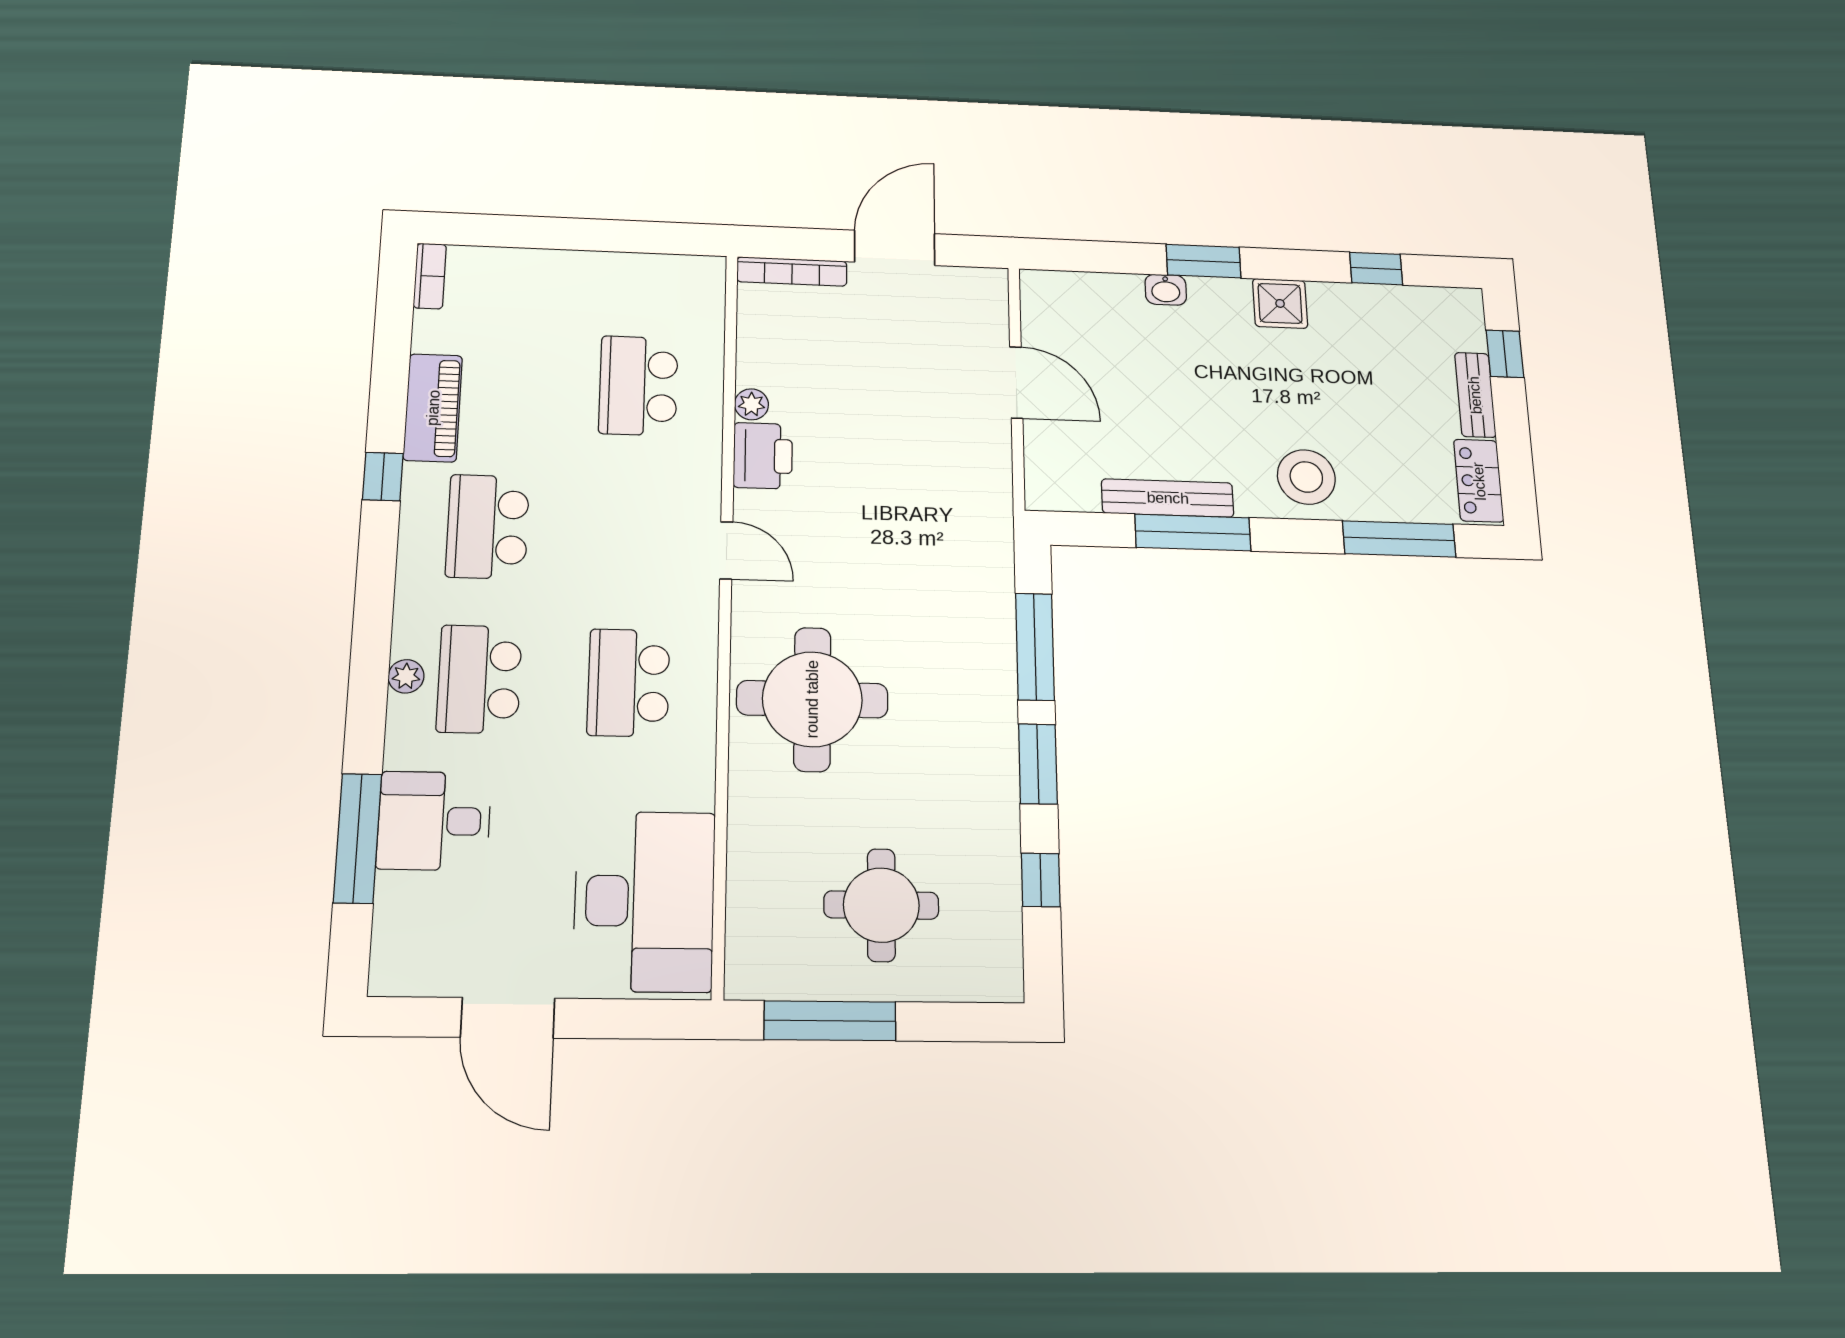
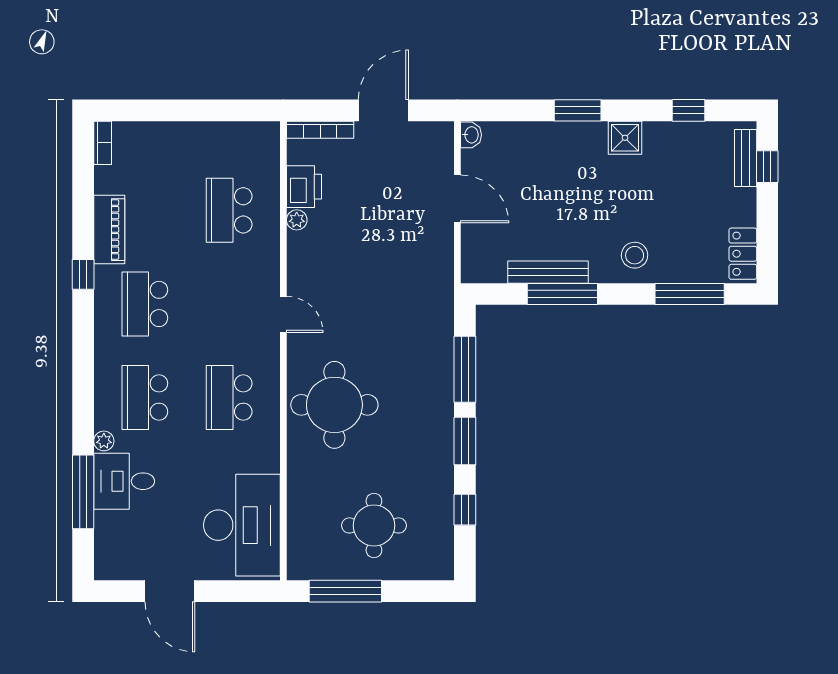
washbasin: (1166, 290) -> (471, 135), moved, turned -90
bench: (1475, 395) -> (746, 158), moved
printer: (763, 456) -> (304, 187), moved
stool: (1306, 477) -> (635, 255), width x0.73, depth x0.73
plant: (406, 676) -> (104, 441), moved

